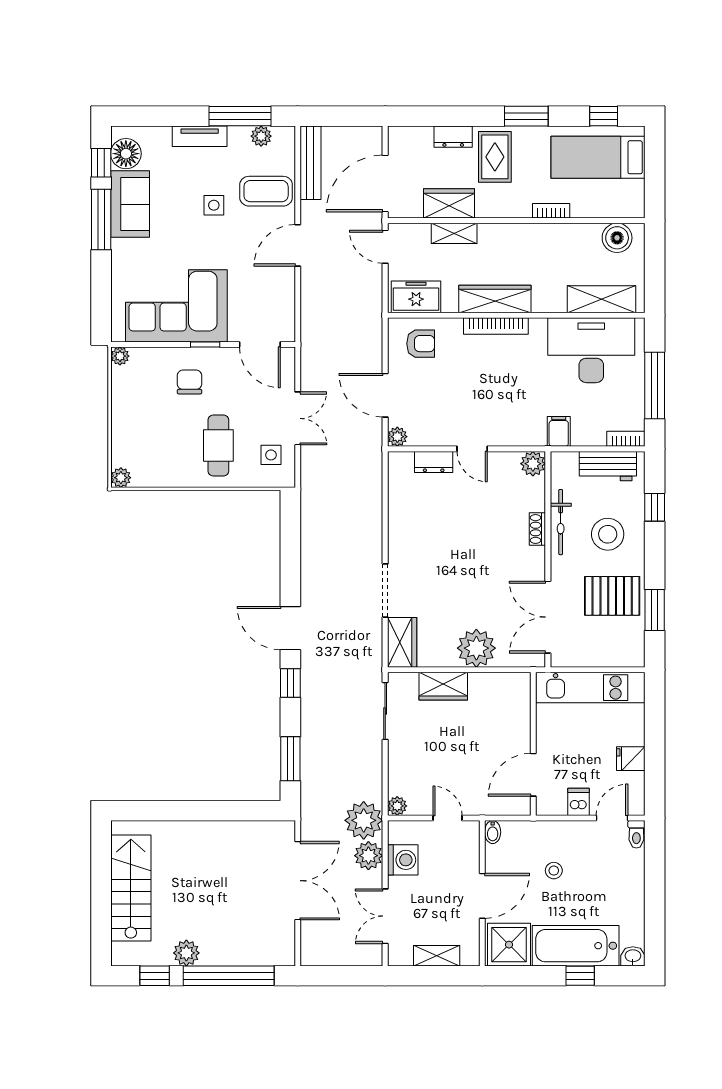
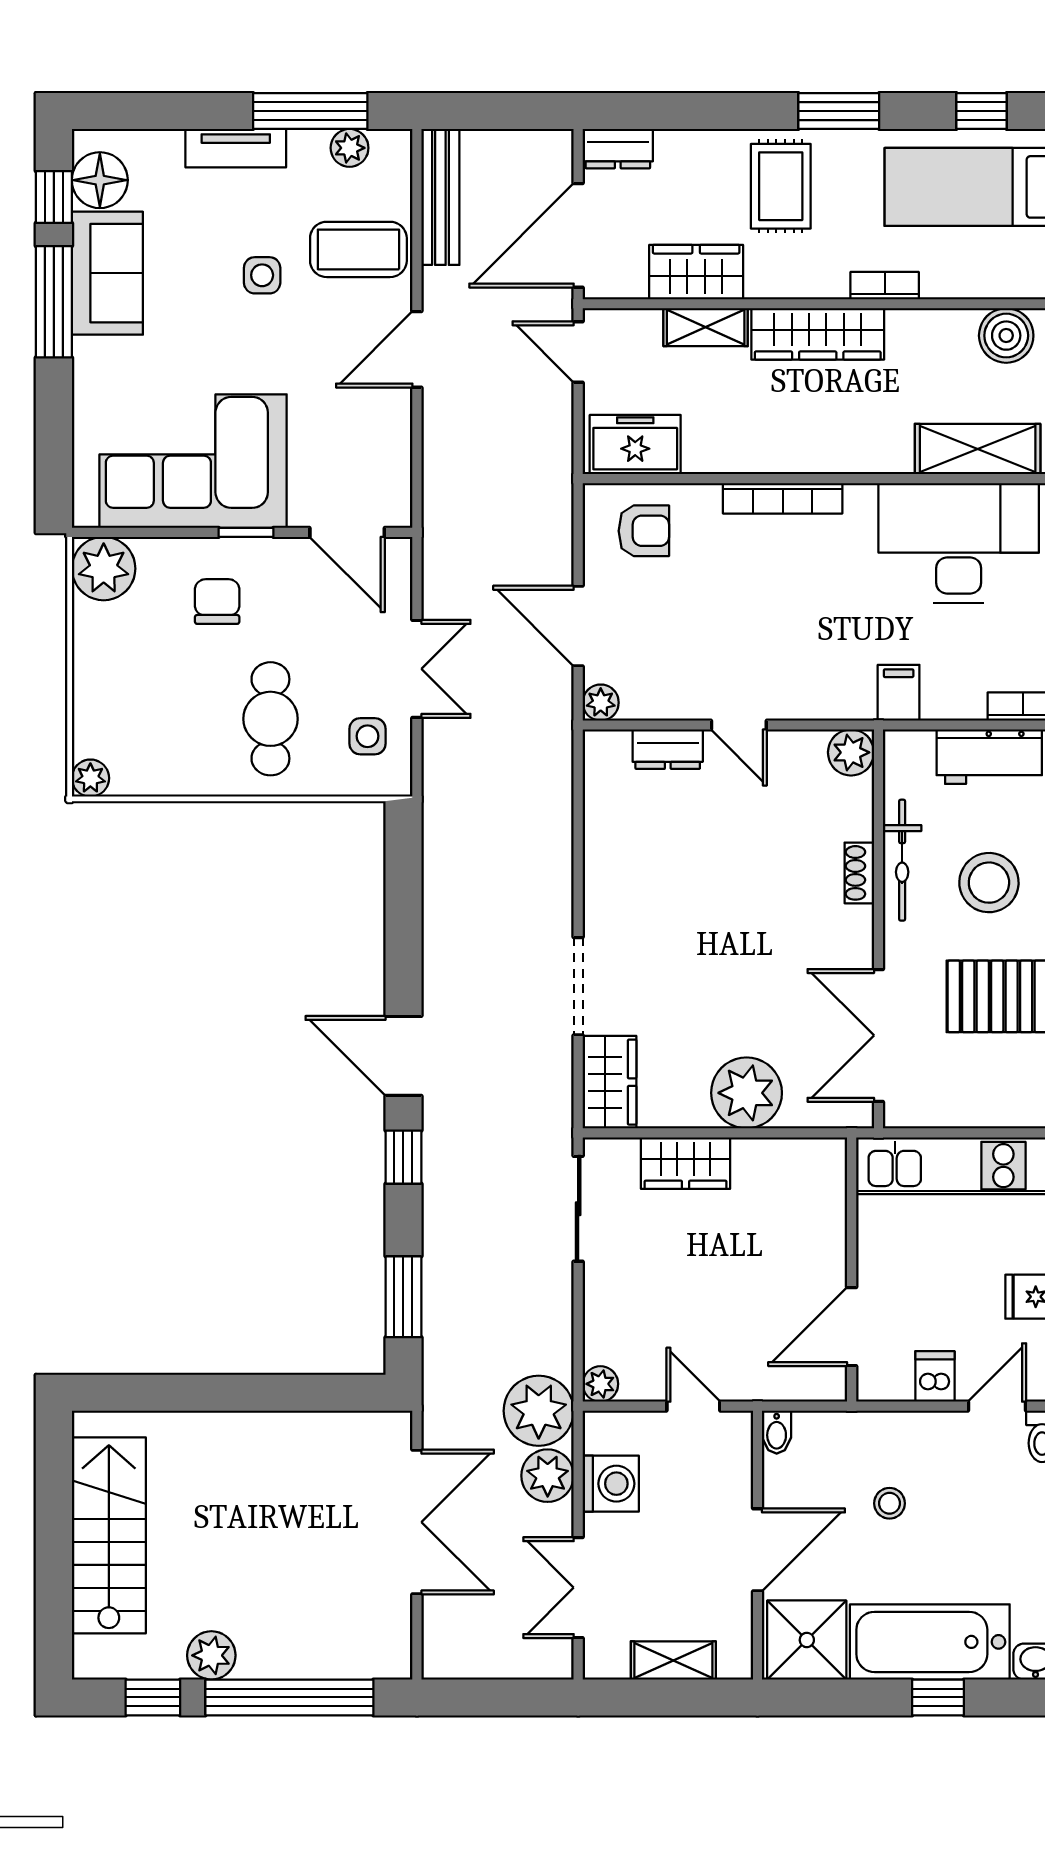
dresser: (453, 137) -> (618, 149), moved
wardrobe: (495, 299) -> (818, 334), moved, turned 180
plant: (120, 356) -> (104, 569), width x1.88, depth x1.88

